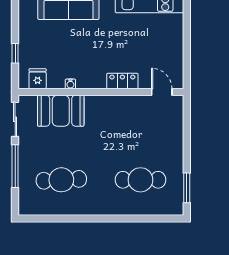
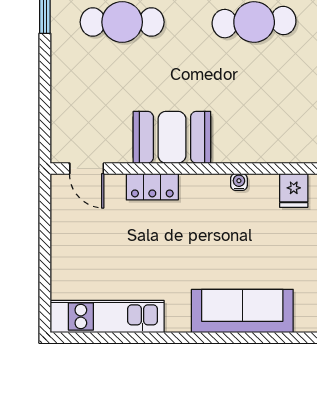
booth: (61, 111) -> (172, 137), moved

